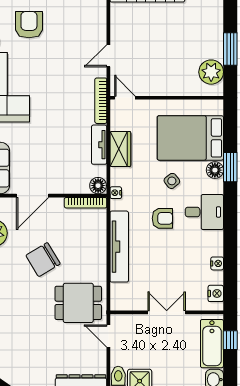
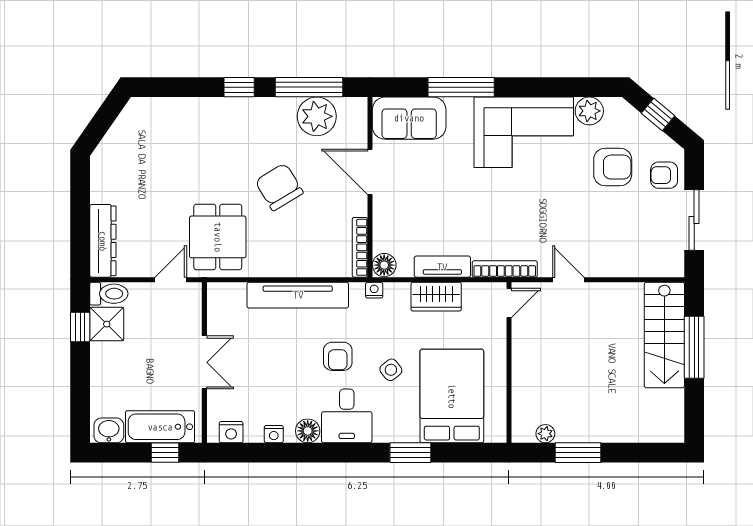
plant: (211, 72) -> (545, 434), width x0.53, depth x0.53
floor lamp: (215, 170) -> (308, 431), moved

